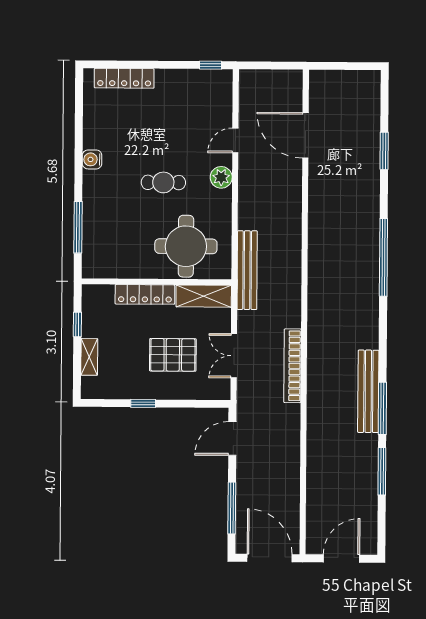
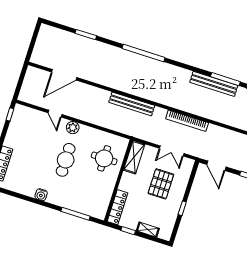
cafe table: (163, 182) -> (66, 160), width x1.37, depth x1.35
round table: (186, 246) -> (104, 158), width x0.73, depth x0.73
bench: (247, 270) -> (132, 104), moved
locker: (145, 294) -> (118, 207), moved

